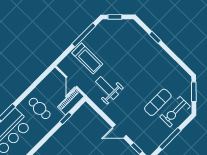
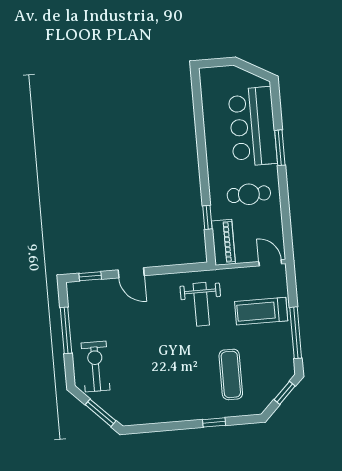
door: (71, 82) -> (270, 263), moved
weight bench: (107, 88) -> (201, 304), turned 90
exercise mat: (158, 102) -> (231, 374), moved
door: (119, 131) -> (131, 273), swing flipped

